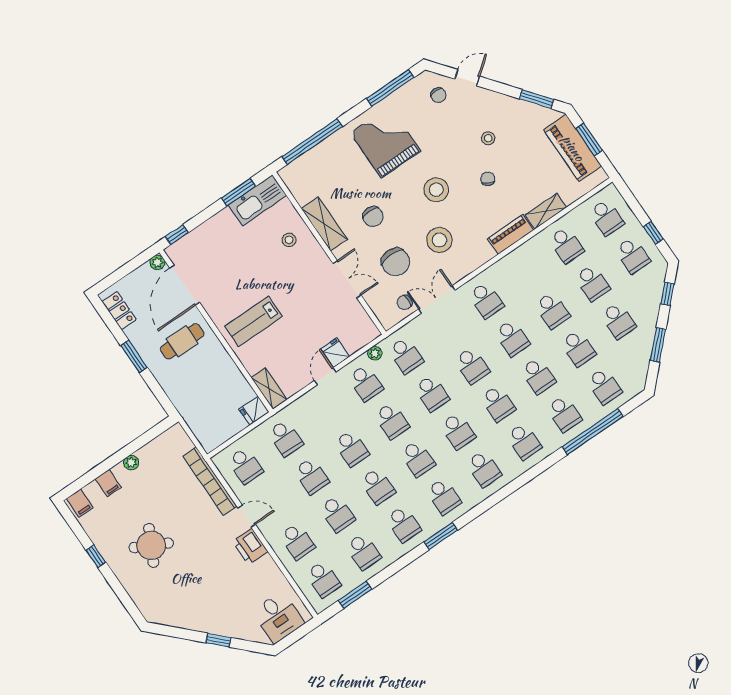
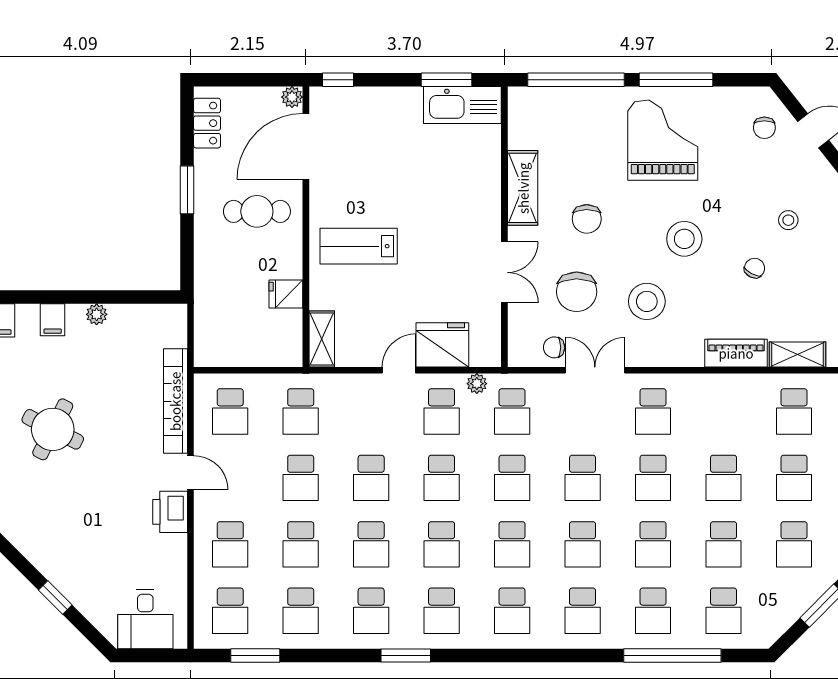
window: (390, 88) -> (676, 80), moved
stool: (289, 240) -> (468, 178), removed
fridge: (335, 353) -> (442, 345), width x1.88, depth x1.34
fridge: (254, 411) -> (286, 294), moved

